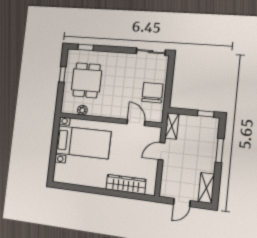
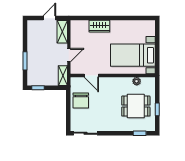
dining table: (87, 80) -> (136, 106), turned 90
wardrobe: (126, 184) -> (99, 26), width x0.67
shelving: (206, 188) -> (62, 32), moved

